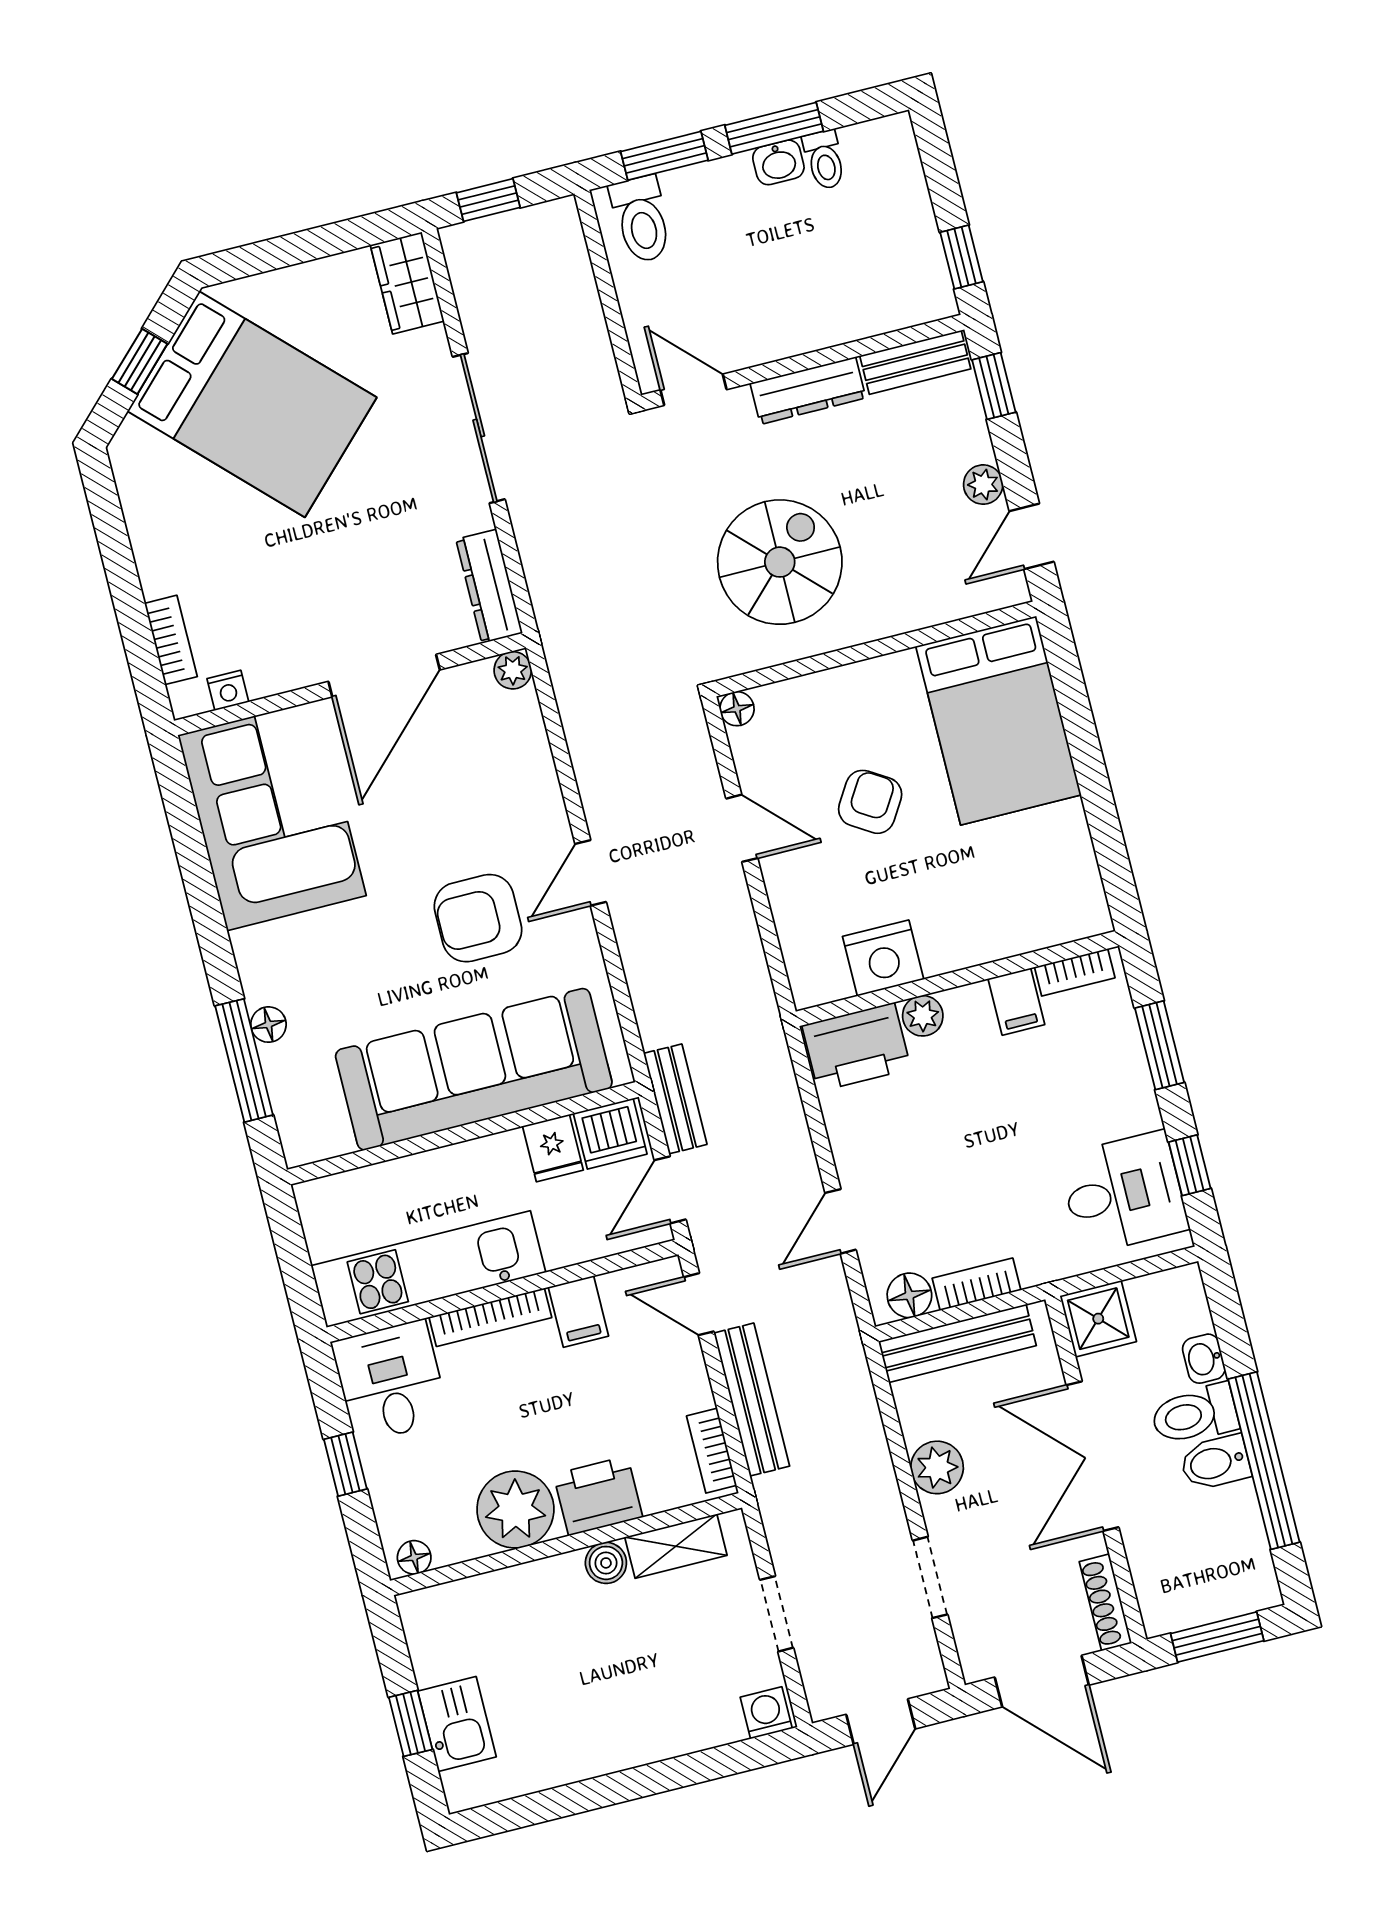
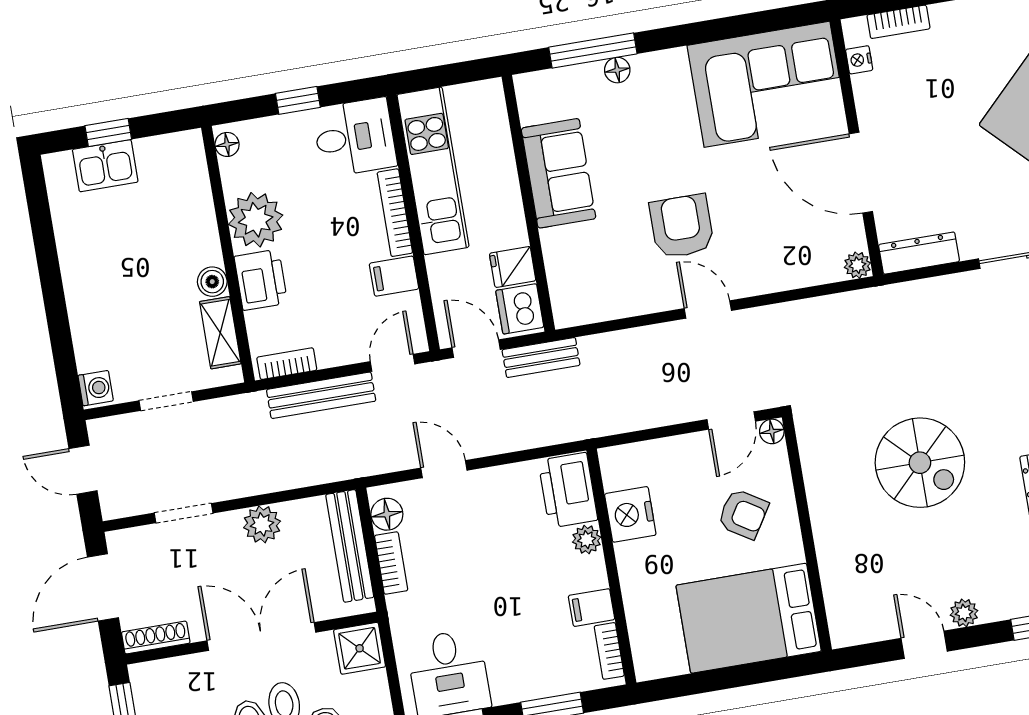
wall: (875, 649) -> (807, 533), moved
floor lamp: (737, 709) -> (772, 431), moved
bed: (998, 721) -> (749, 618), moved
sofa: (474, 1069) -> (559, 173), width x0.54, depth x0.79

